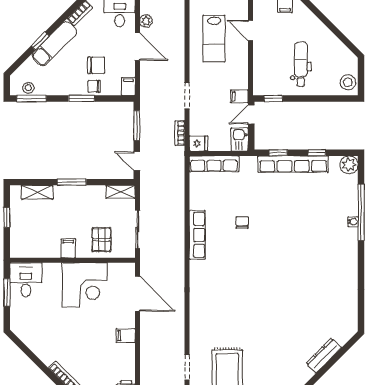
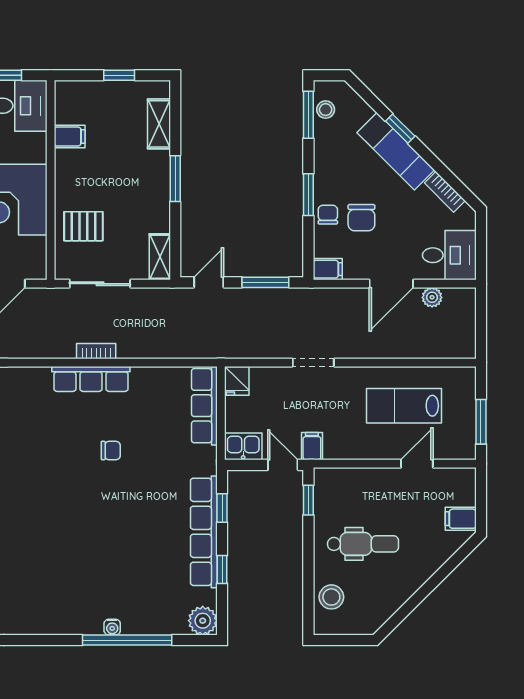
stool: (348, 82) -> (331, 597), moved
bookcase: (180, 133) -> (96, 351), moved
filing cabinet: (68, 248) -> (70, 137), moved

